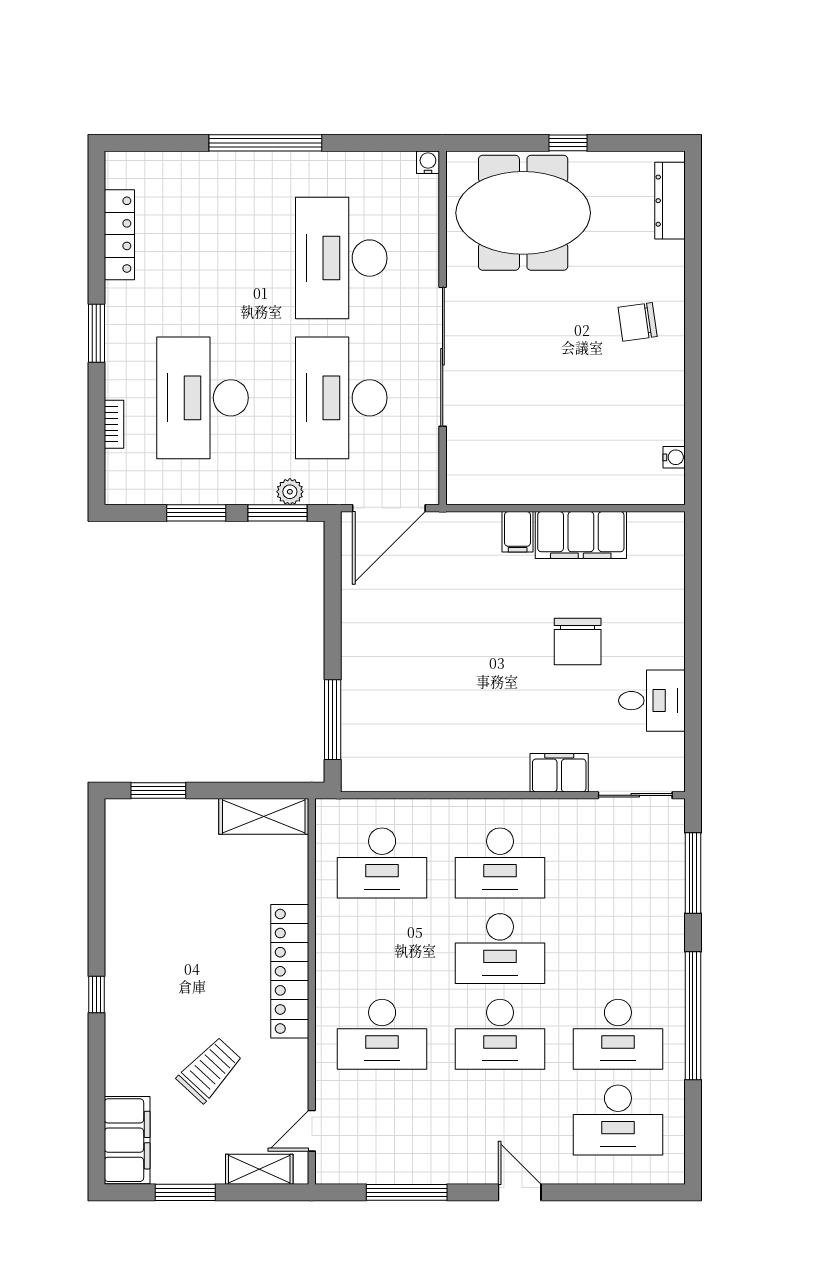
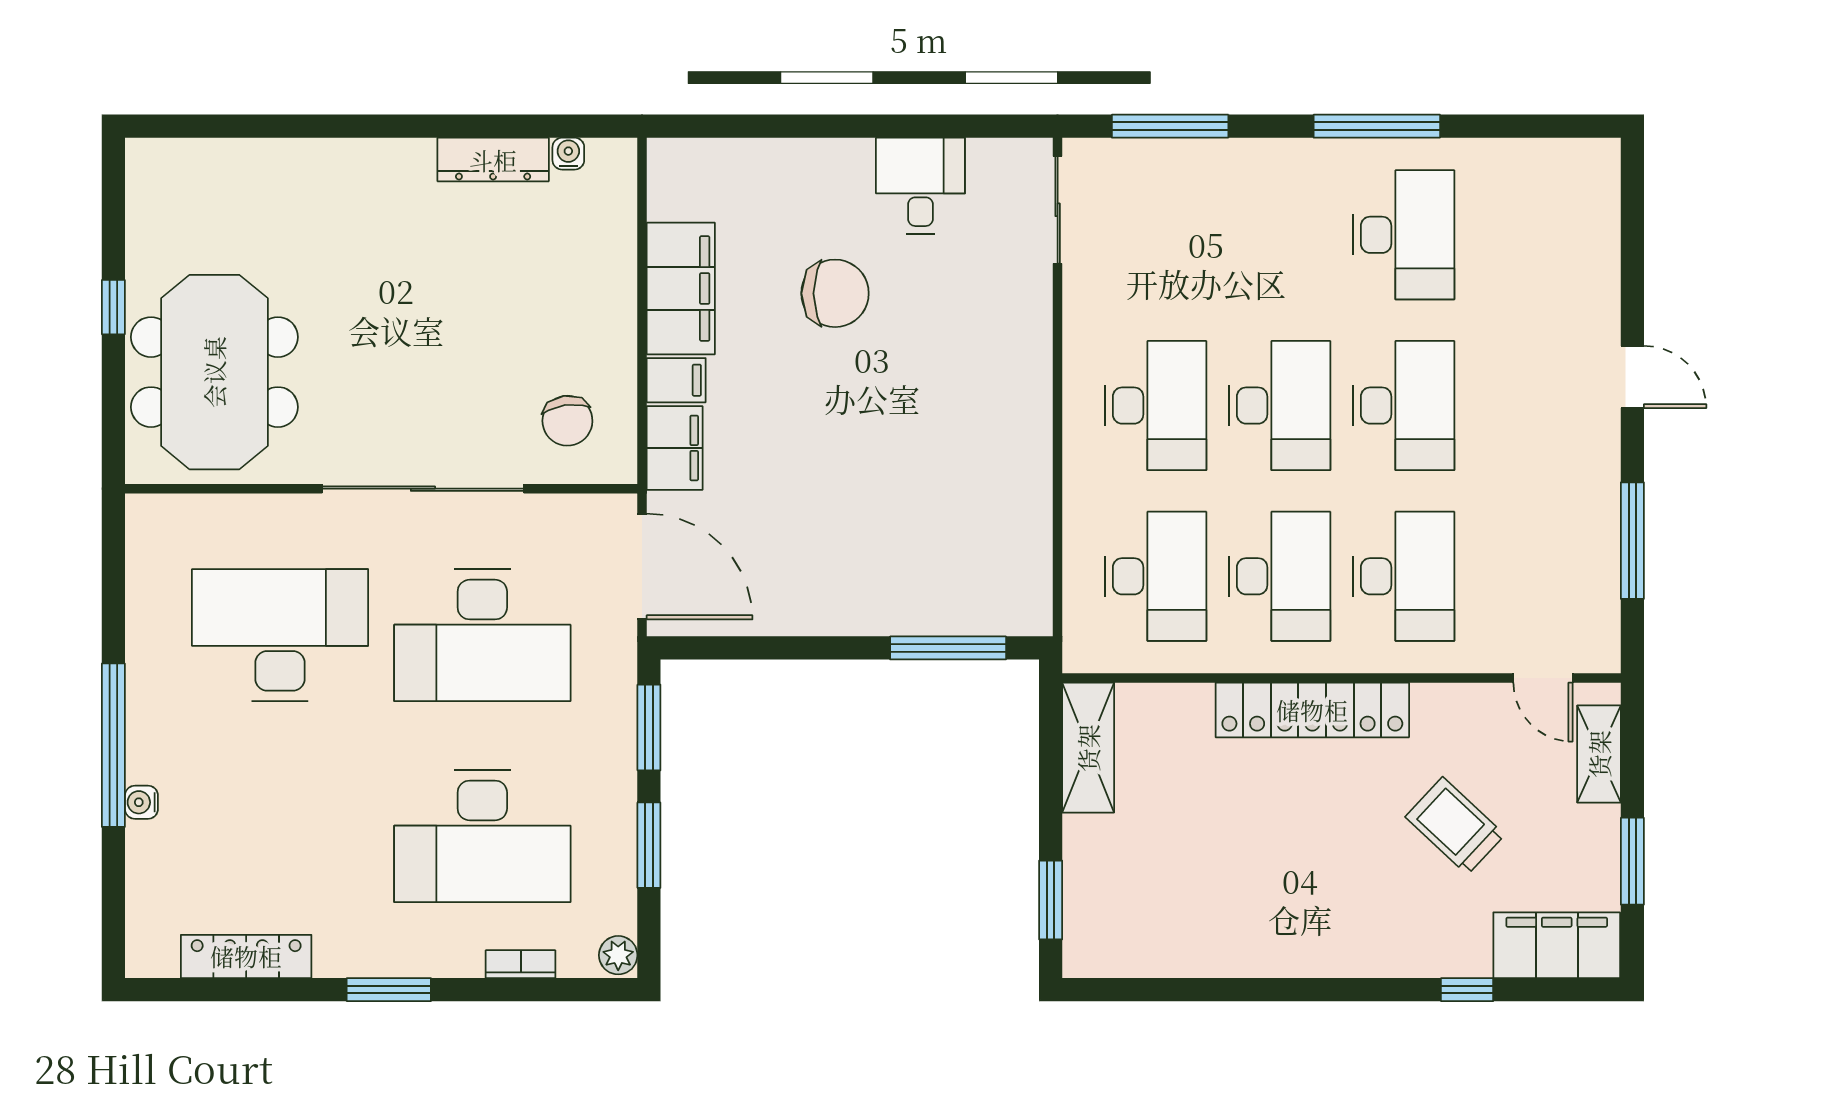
water cooler: (428, 162) -> (141, 802), moved
dresser: (670, 201) -> (493, 160), moved
desk: (341, 258) -> (280, 635), turned 180
chair: (638, 322) -> (567, 421), moved
plant: (290, 492) -> (618, 955), moved
filing cabinet: (559, 773) -> (675, 448), moved, turned 180
window: (96, 994) -> (1467, 990), moved
window: (693, 1016) -> (1377, 126), width x0.68
desk: (618, 1120) -> (1280, 576), moved
door: (520, 1192) -> (1632, 377), swing flipped

